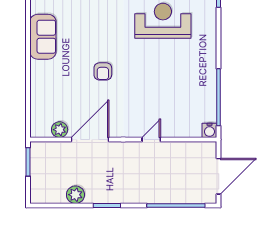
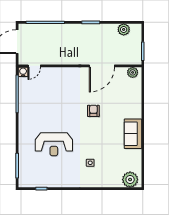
plant: (60, 130) -> (133, 72), moved
door: (151, 139) -> (34, 66), moved
plant: (75, 195) -> (124, 29), moved

